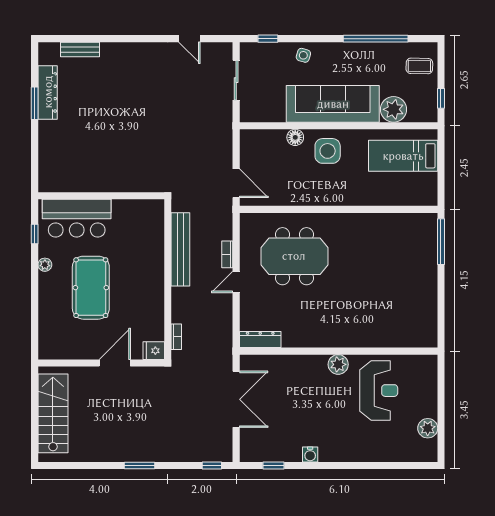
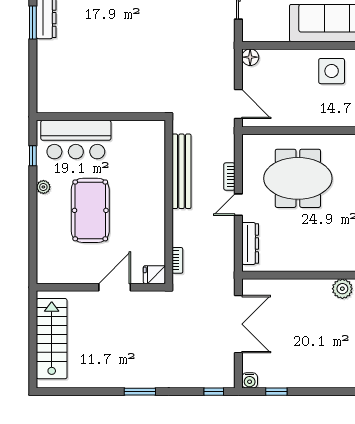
floor lamp: (295, 137) -> (250, 57), moved
dresser: (260, 340) -> (250, 243), moved, turned 90
water cooler: (310, 454) -> (250, 380), moved

